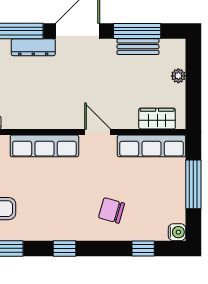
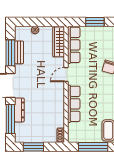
wardrobe: (157, 119) -> (59, 42), width x1.50
window: (193, 184) -> (95, 22), width x0.69

